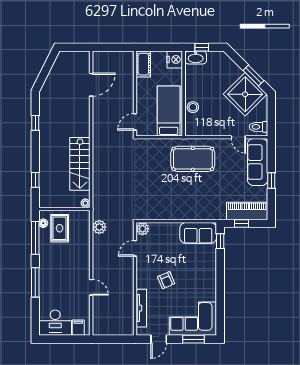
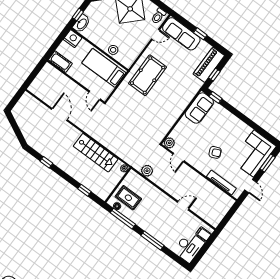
door: (91, 85) -> (59, 114), moved

